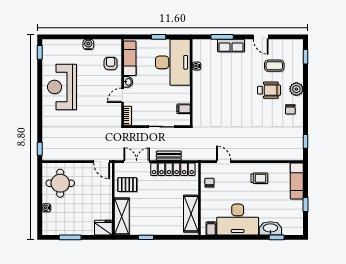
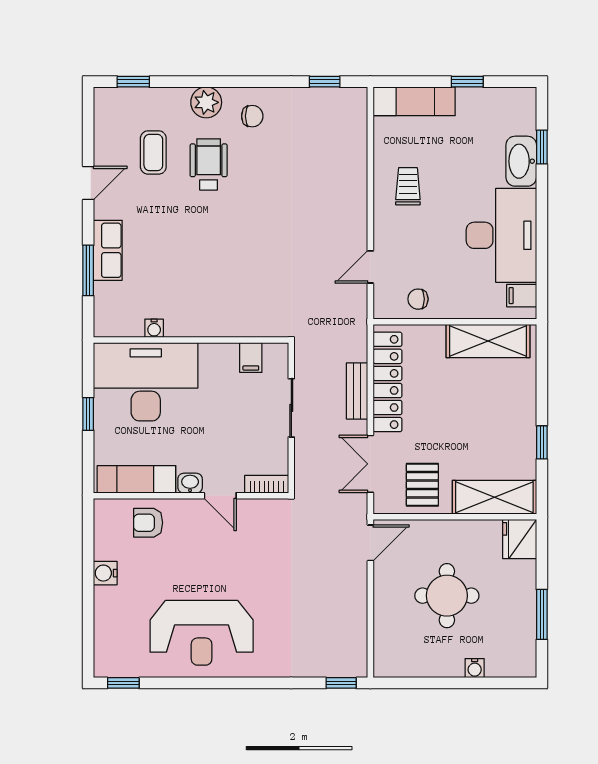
round table: (60, 183) -> (447, 596), moved

